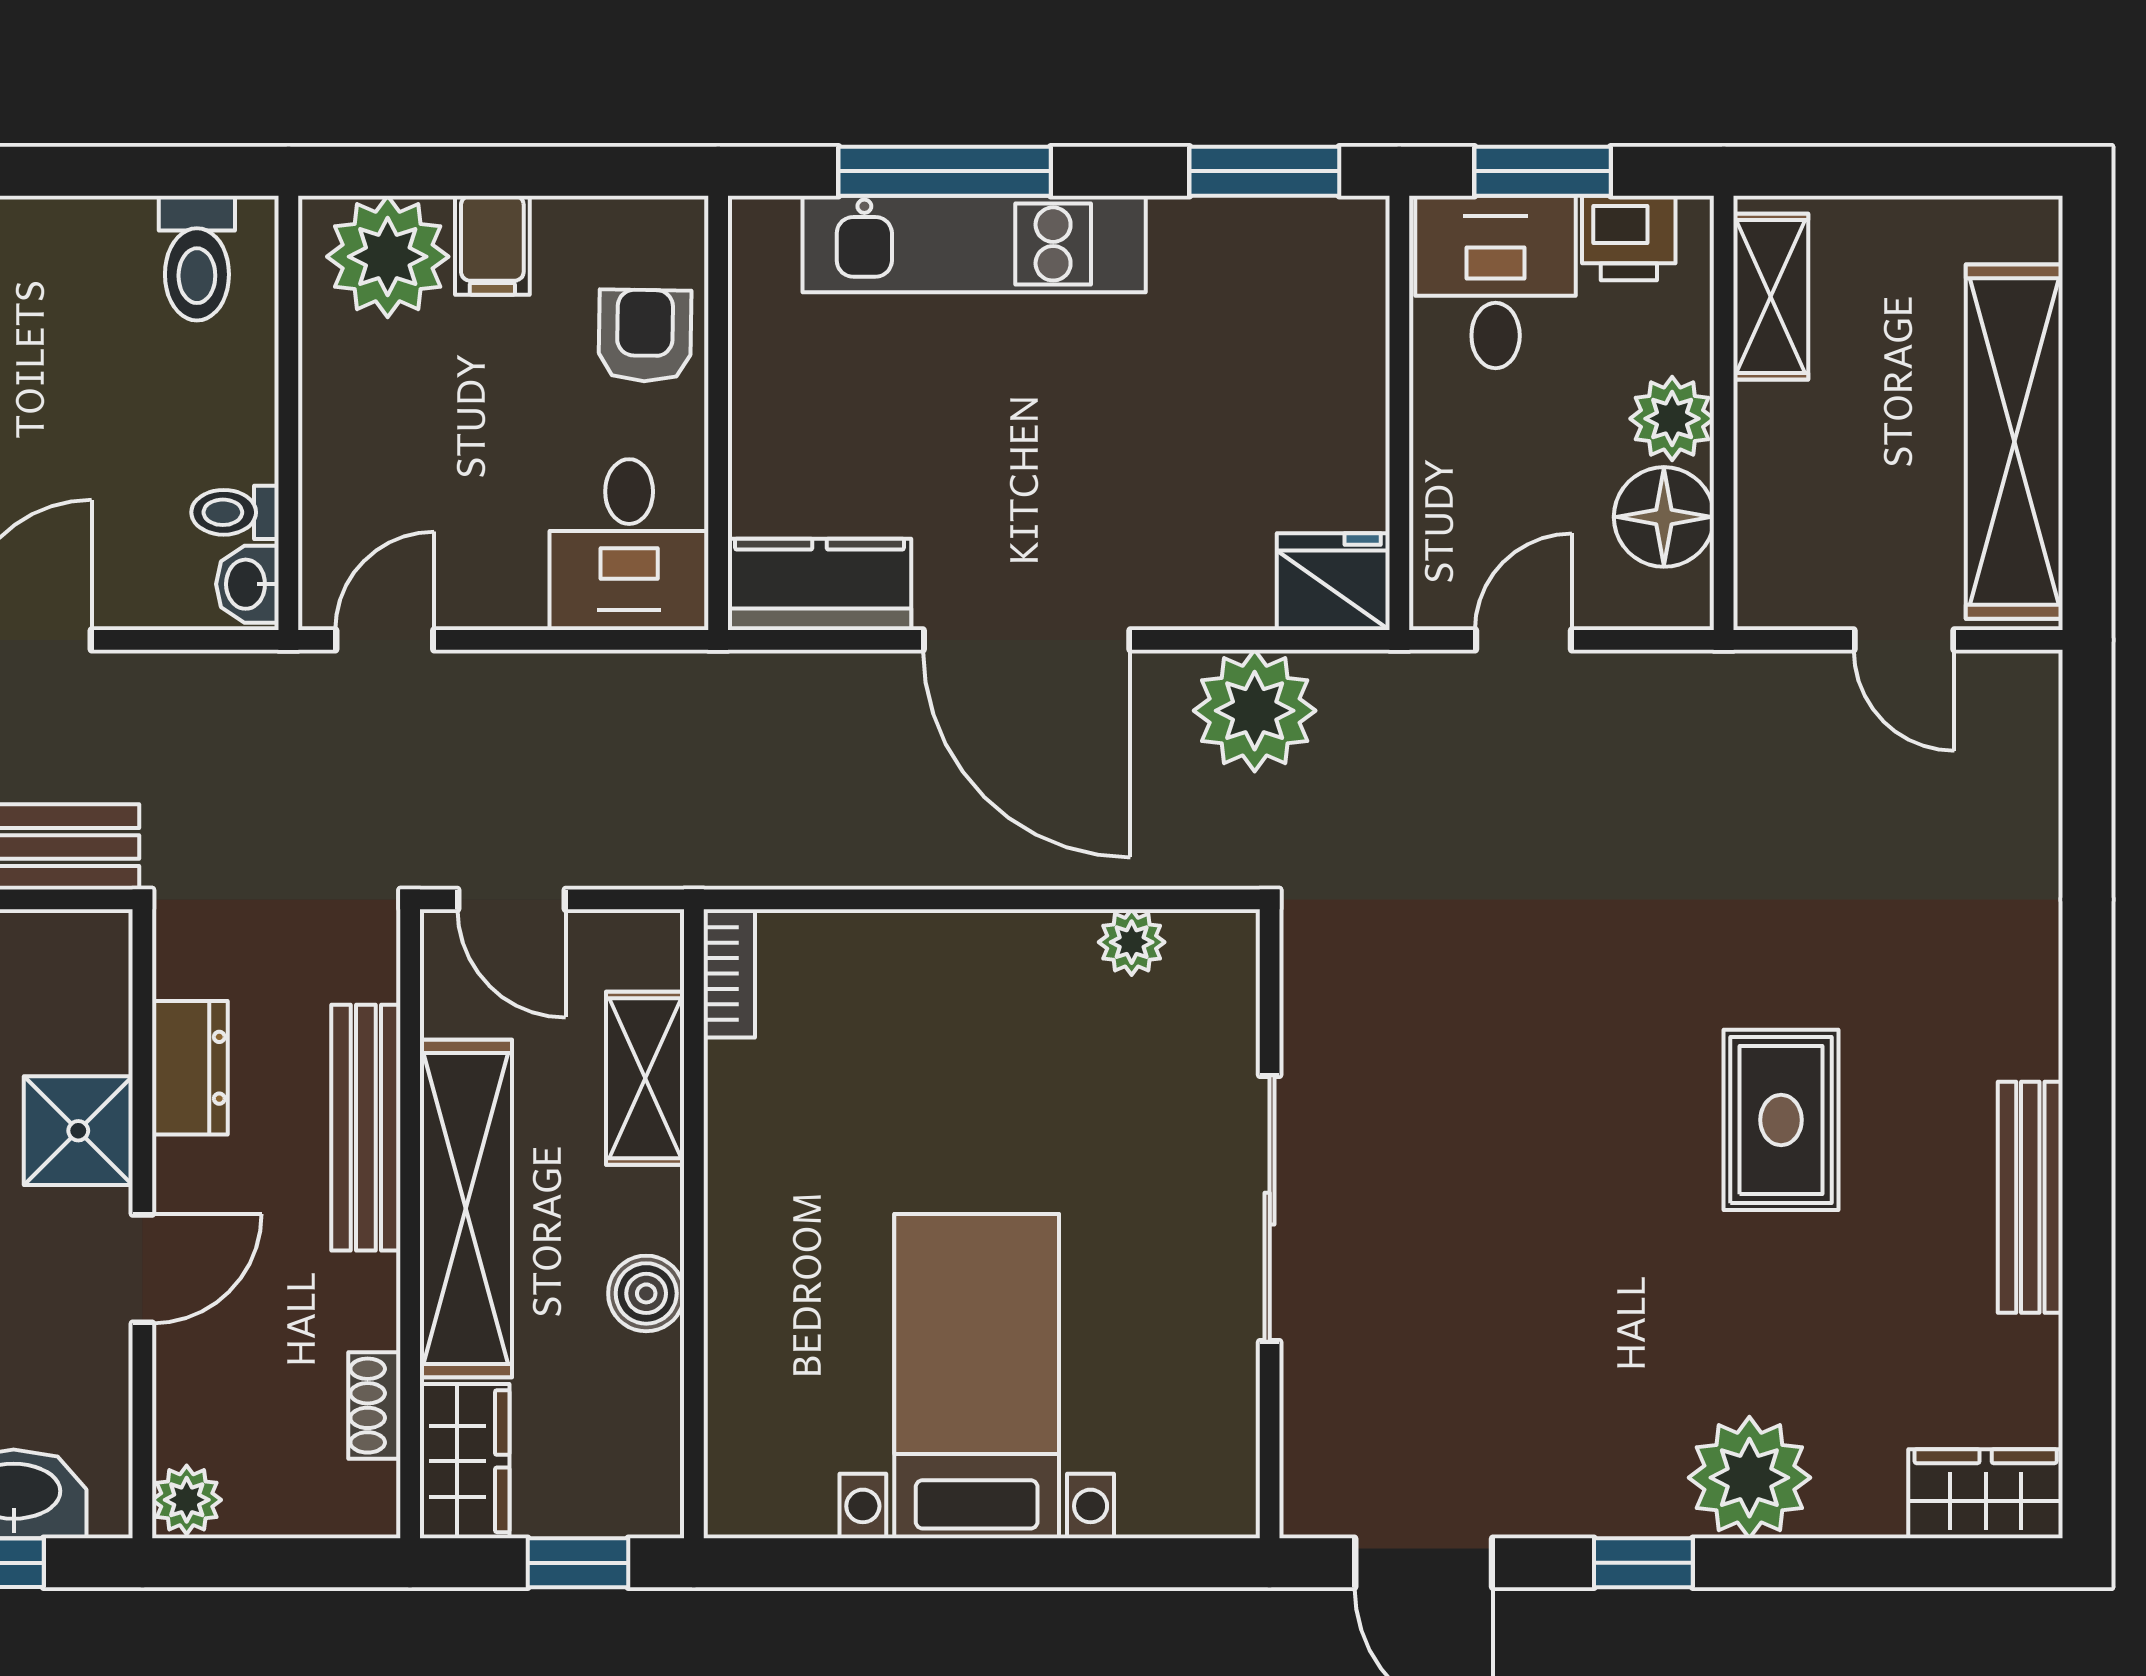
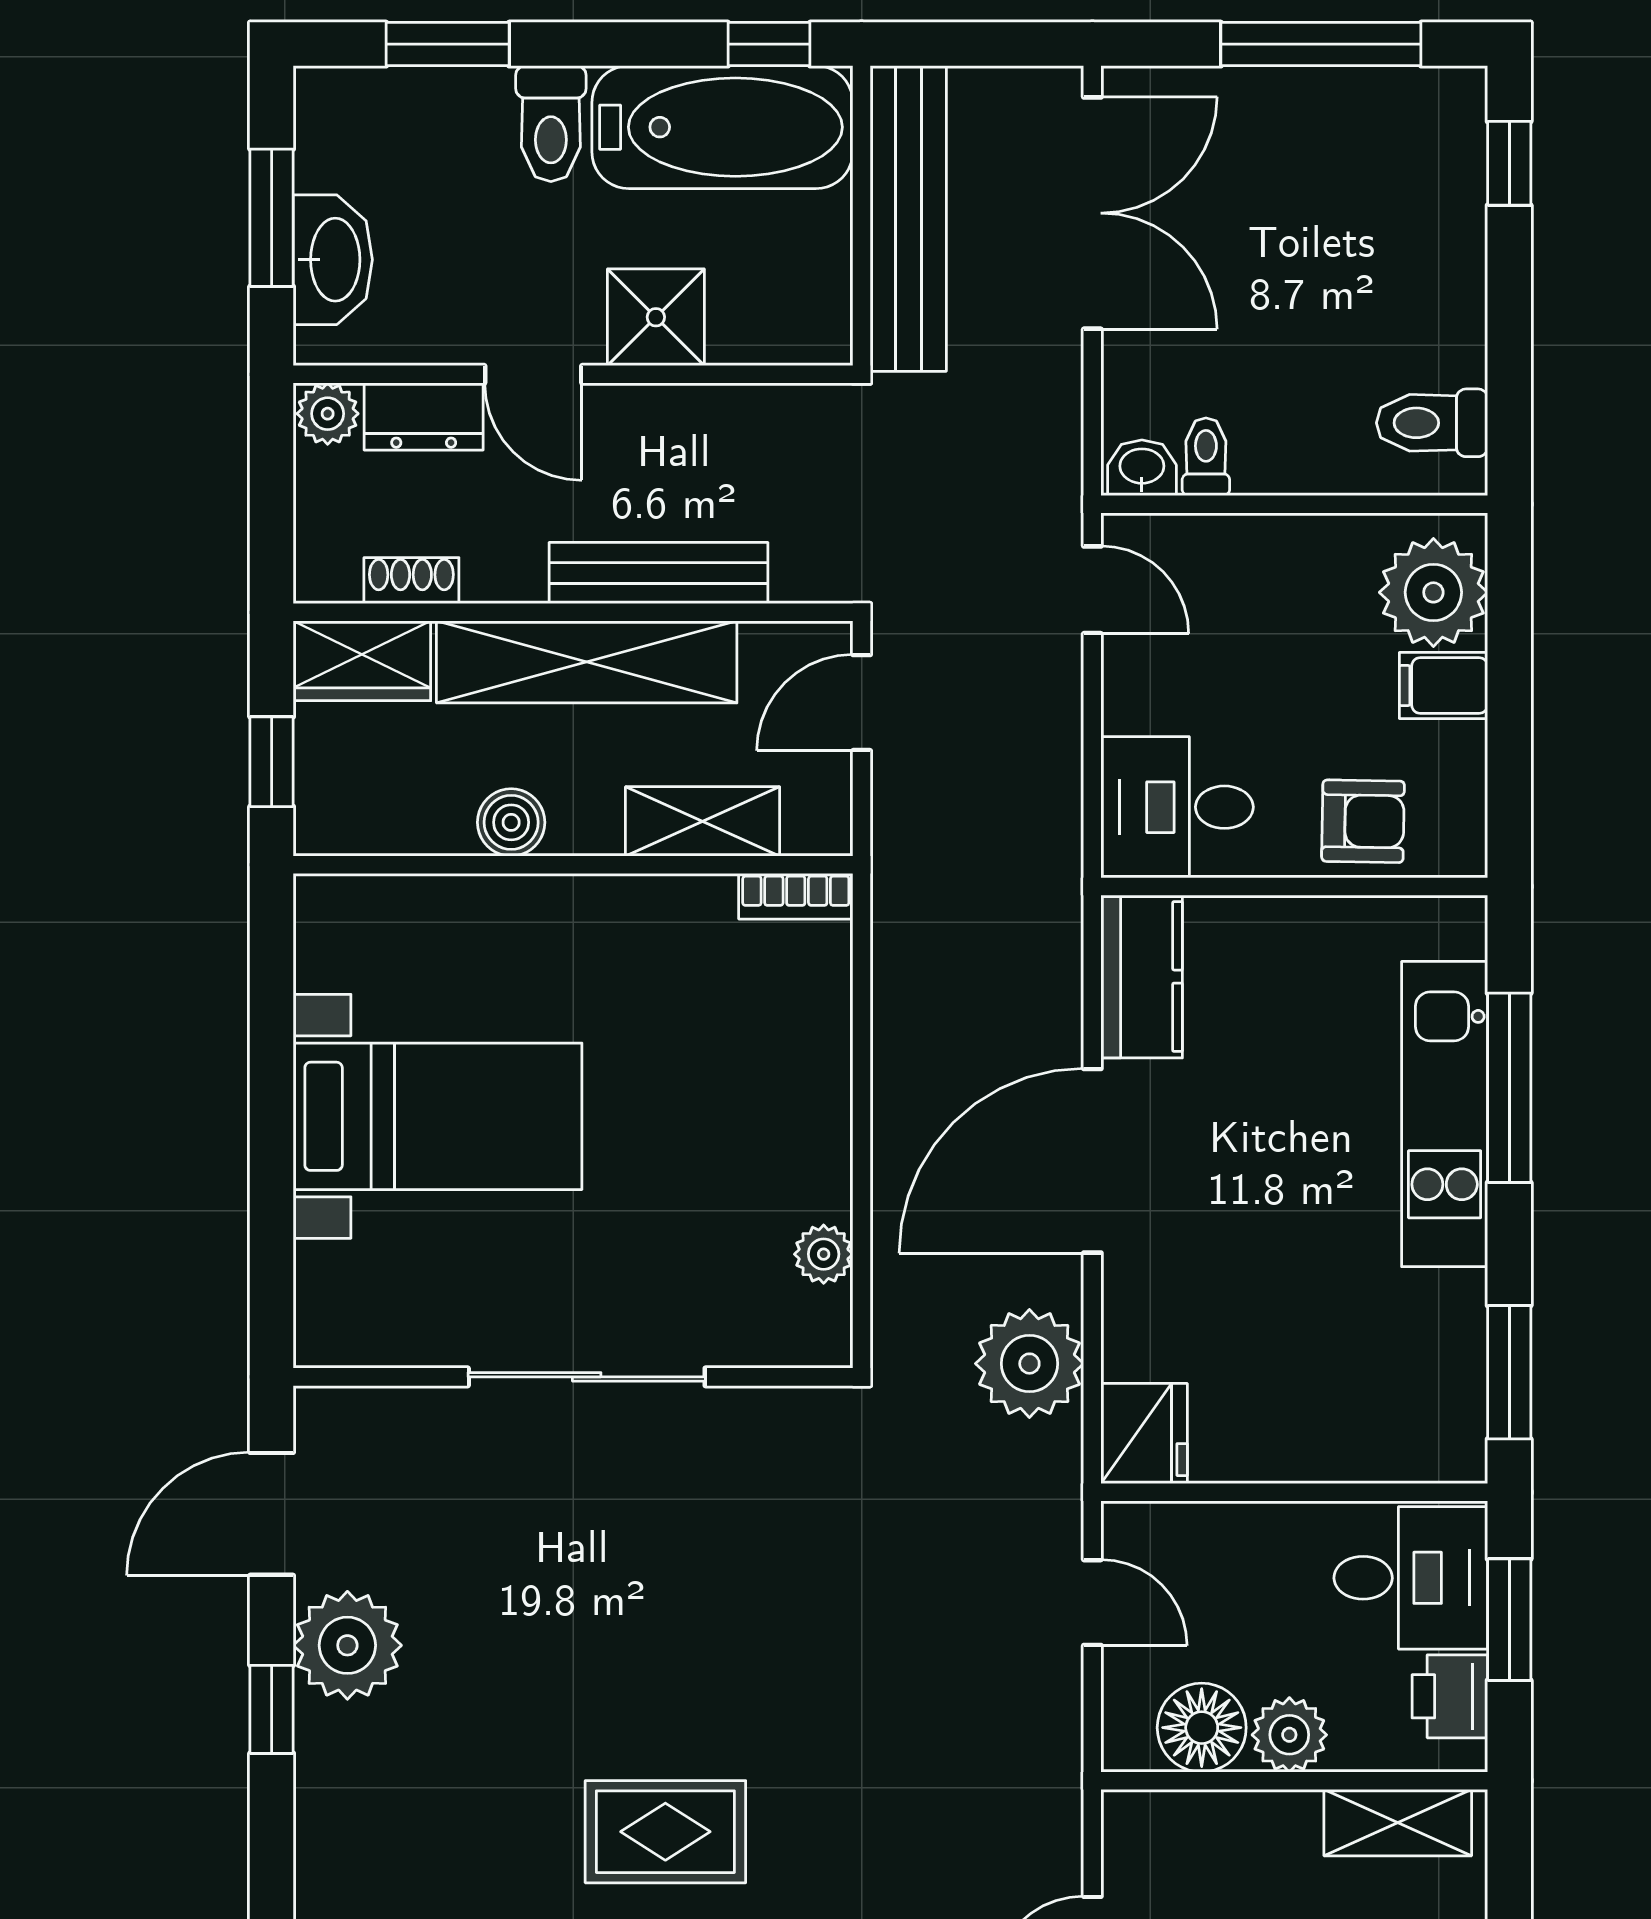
dresser: (190, 1068) -> (424, 417), moved
plant: (1749, 1478) -> (347, 1645), moved

